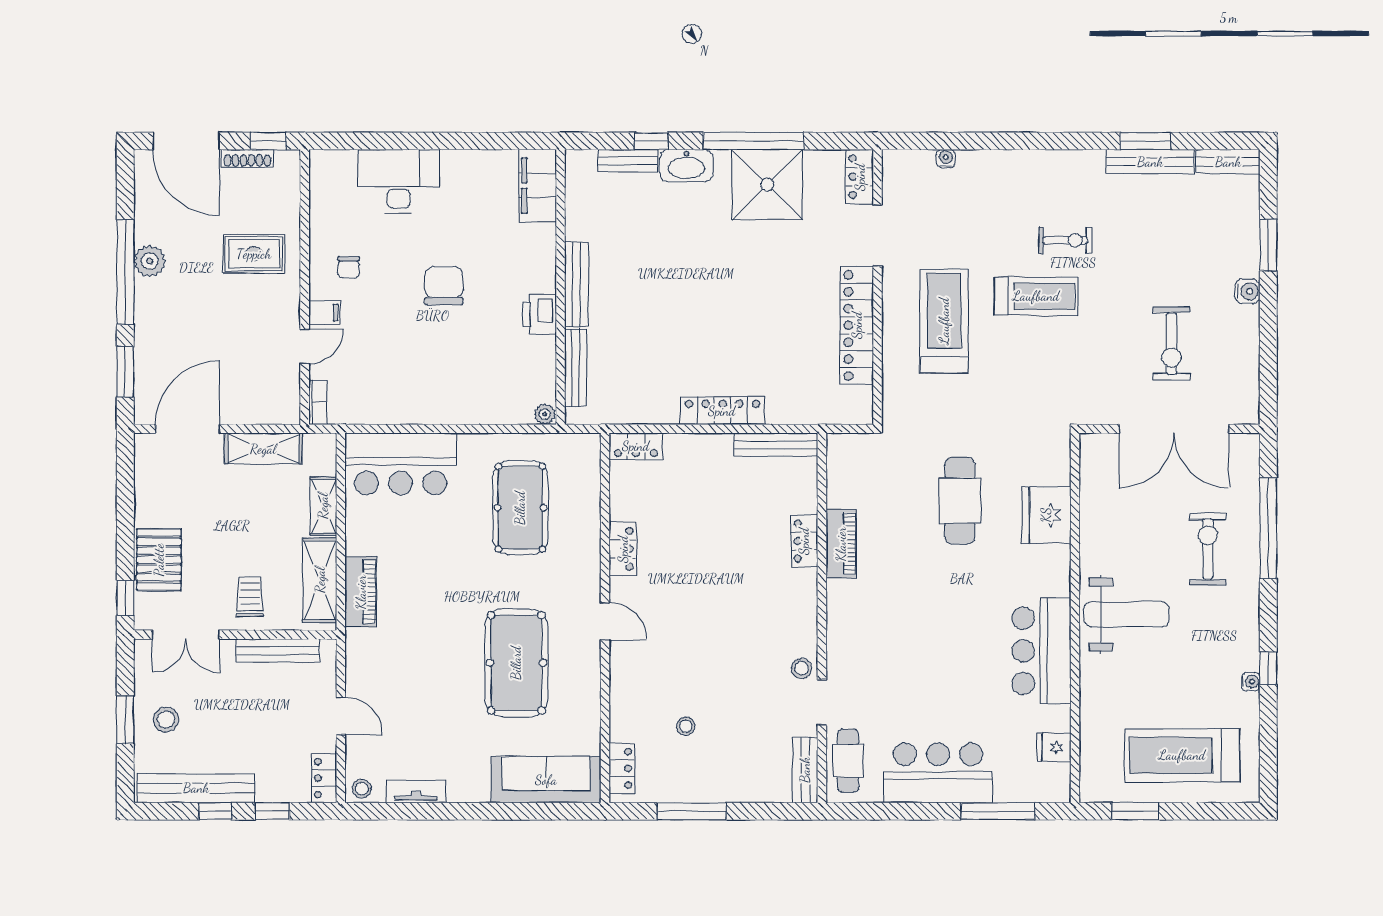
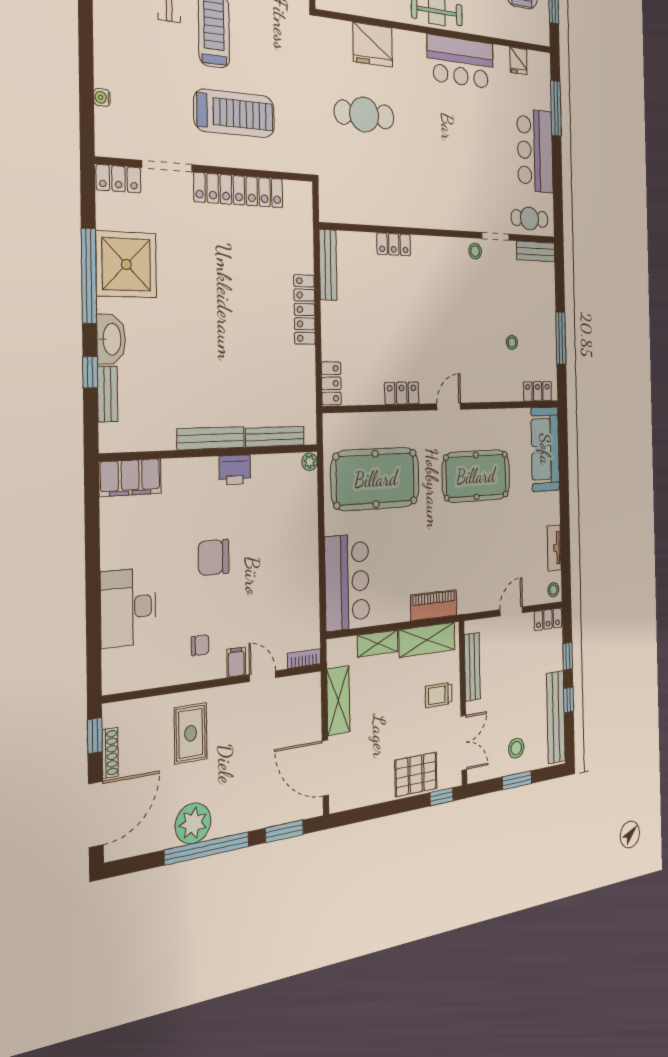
plant: (150, 261) -> (193, 823), width x1.36, depth x1.36
treadmill: (944, 321) -> (234, 113), turned 180
pool table: (520, 508) -> (376, 479), width x1.36, depth x1.32
piano: (841, 544) -> (395, 214), removed

